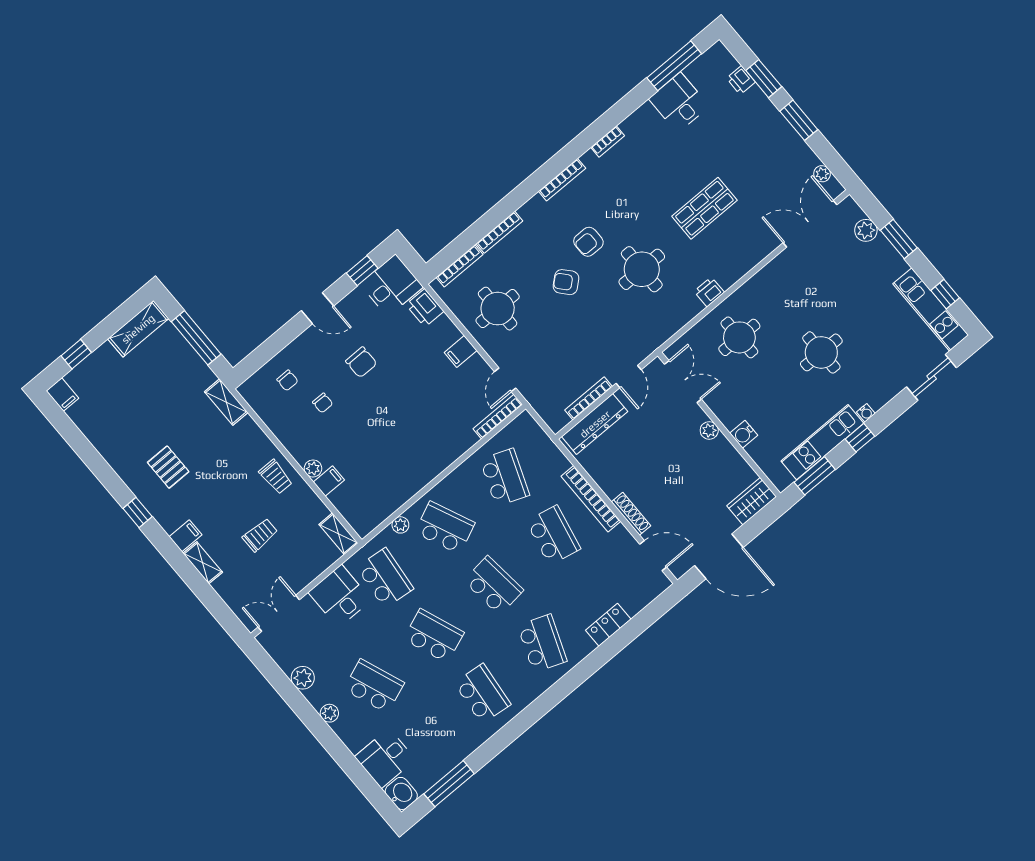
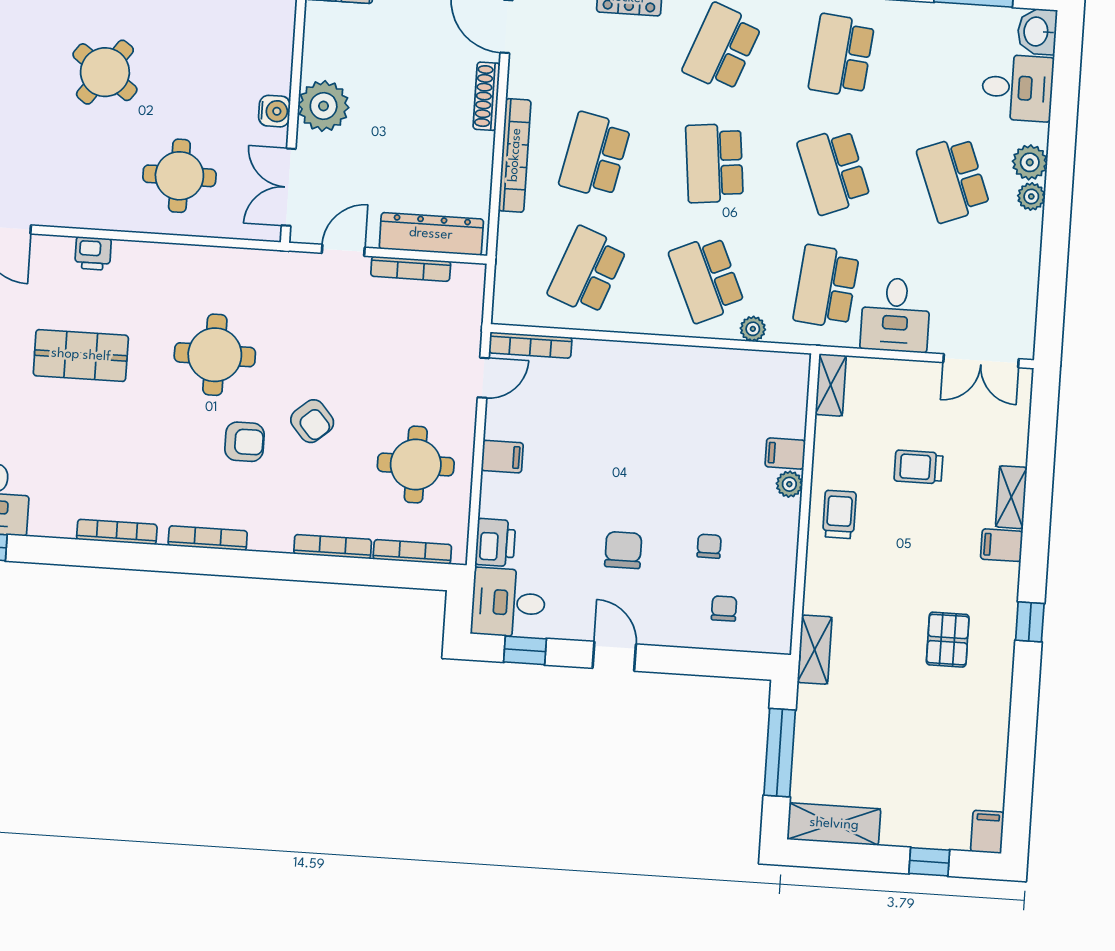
bookcase: (608, 142) -> (117, 532), width x1.56
printer: (709, 292) -> (93, 253), moved
round table: (821, 352) -> (105, 72), turned 36
plant: (709, 430) -> (324, 106), width x1.88, depth x1.88
water cooler: (744, 434) -> (274, 111), moved
plant: (303, 678) -> (1030, 162), moved

